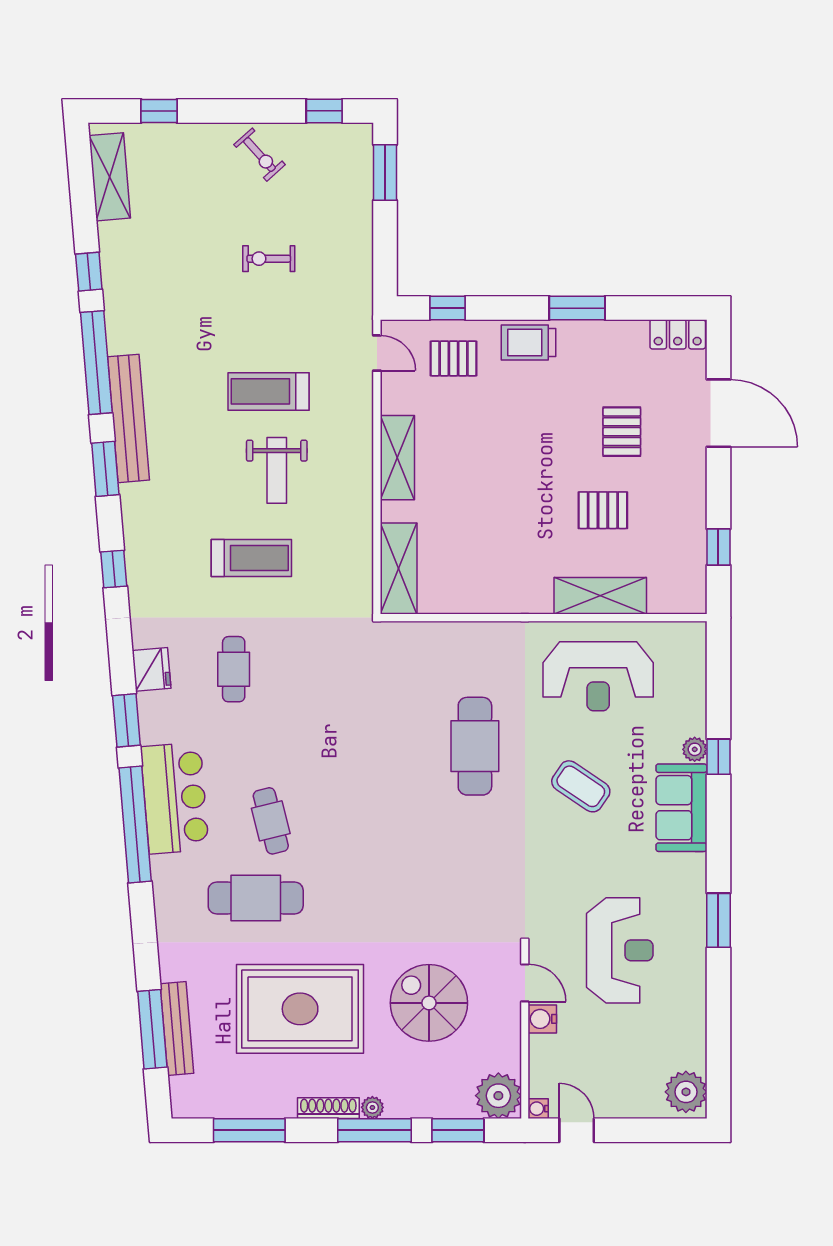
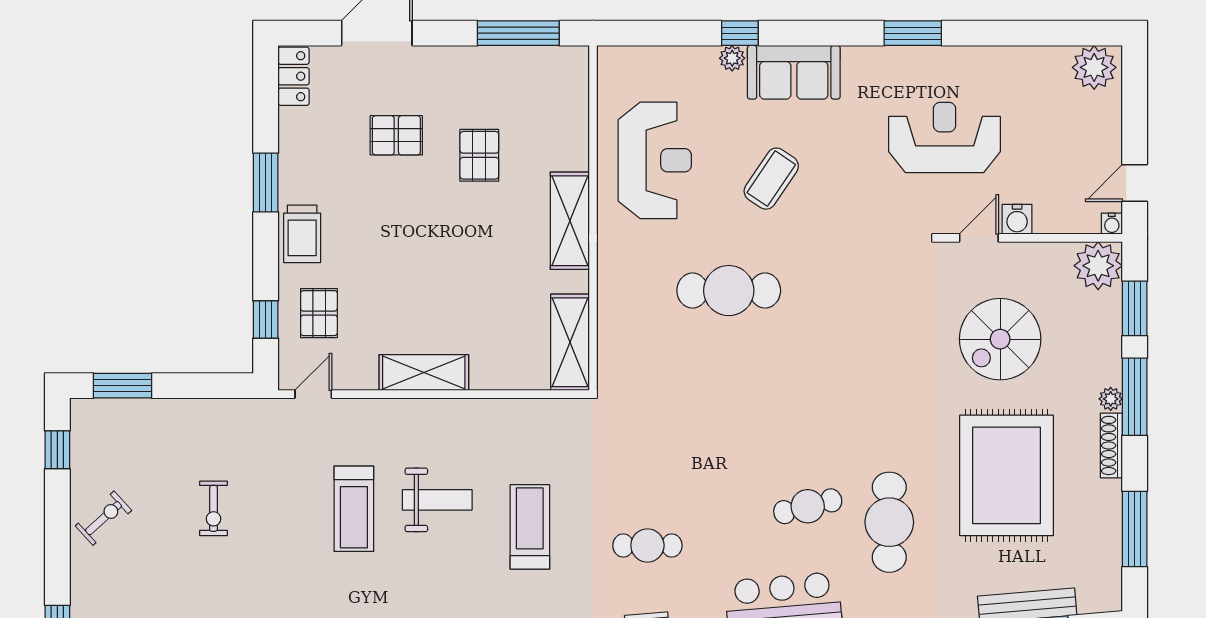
window: (718, 547) -> (518, 33), width x2.17
shelving: (399, 569) -> (570, 342), moved, turned 90
shelving: (600, 596) -> (570, 221), moved

